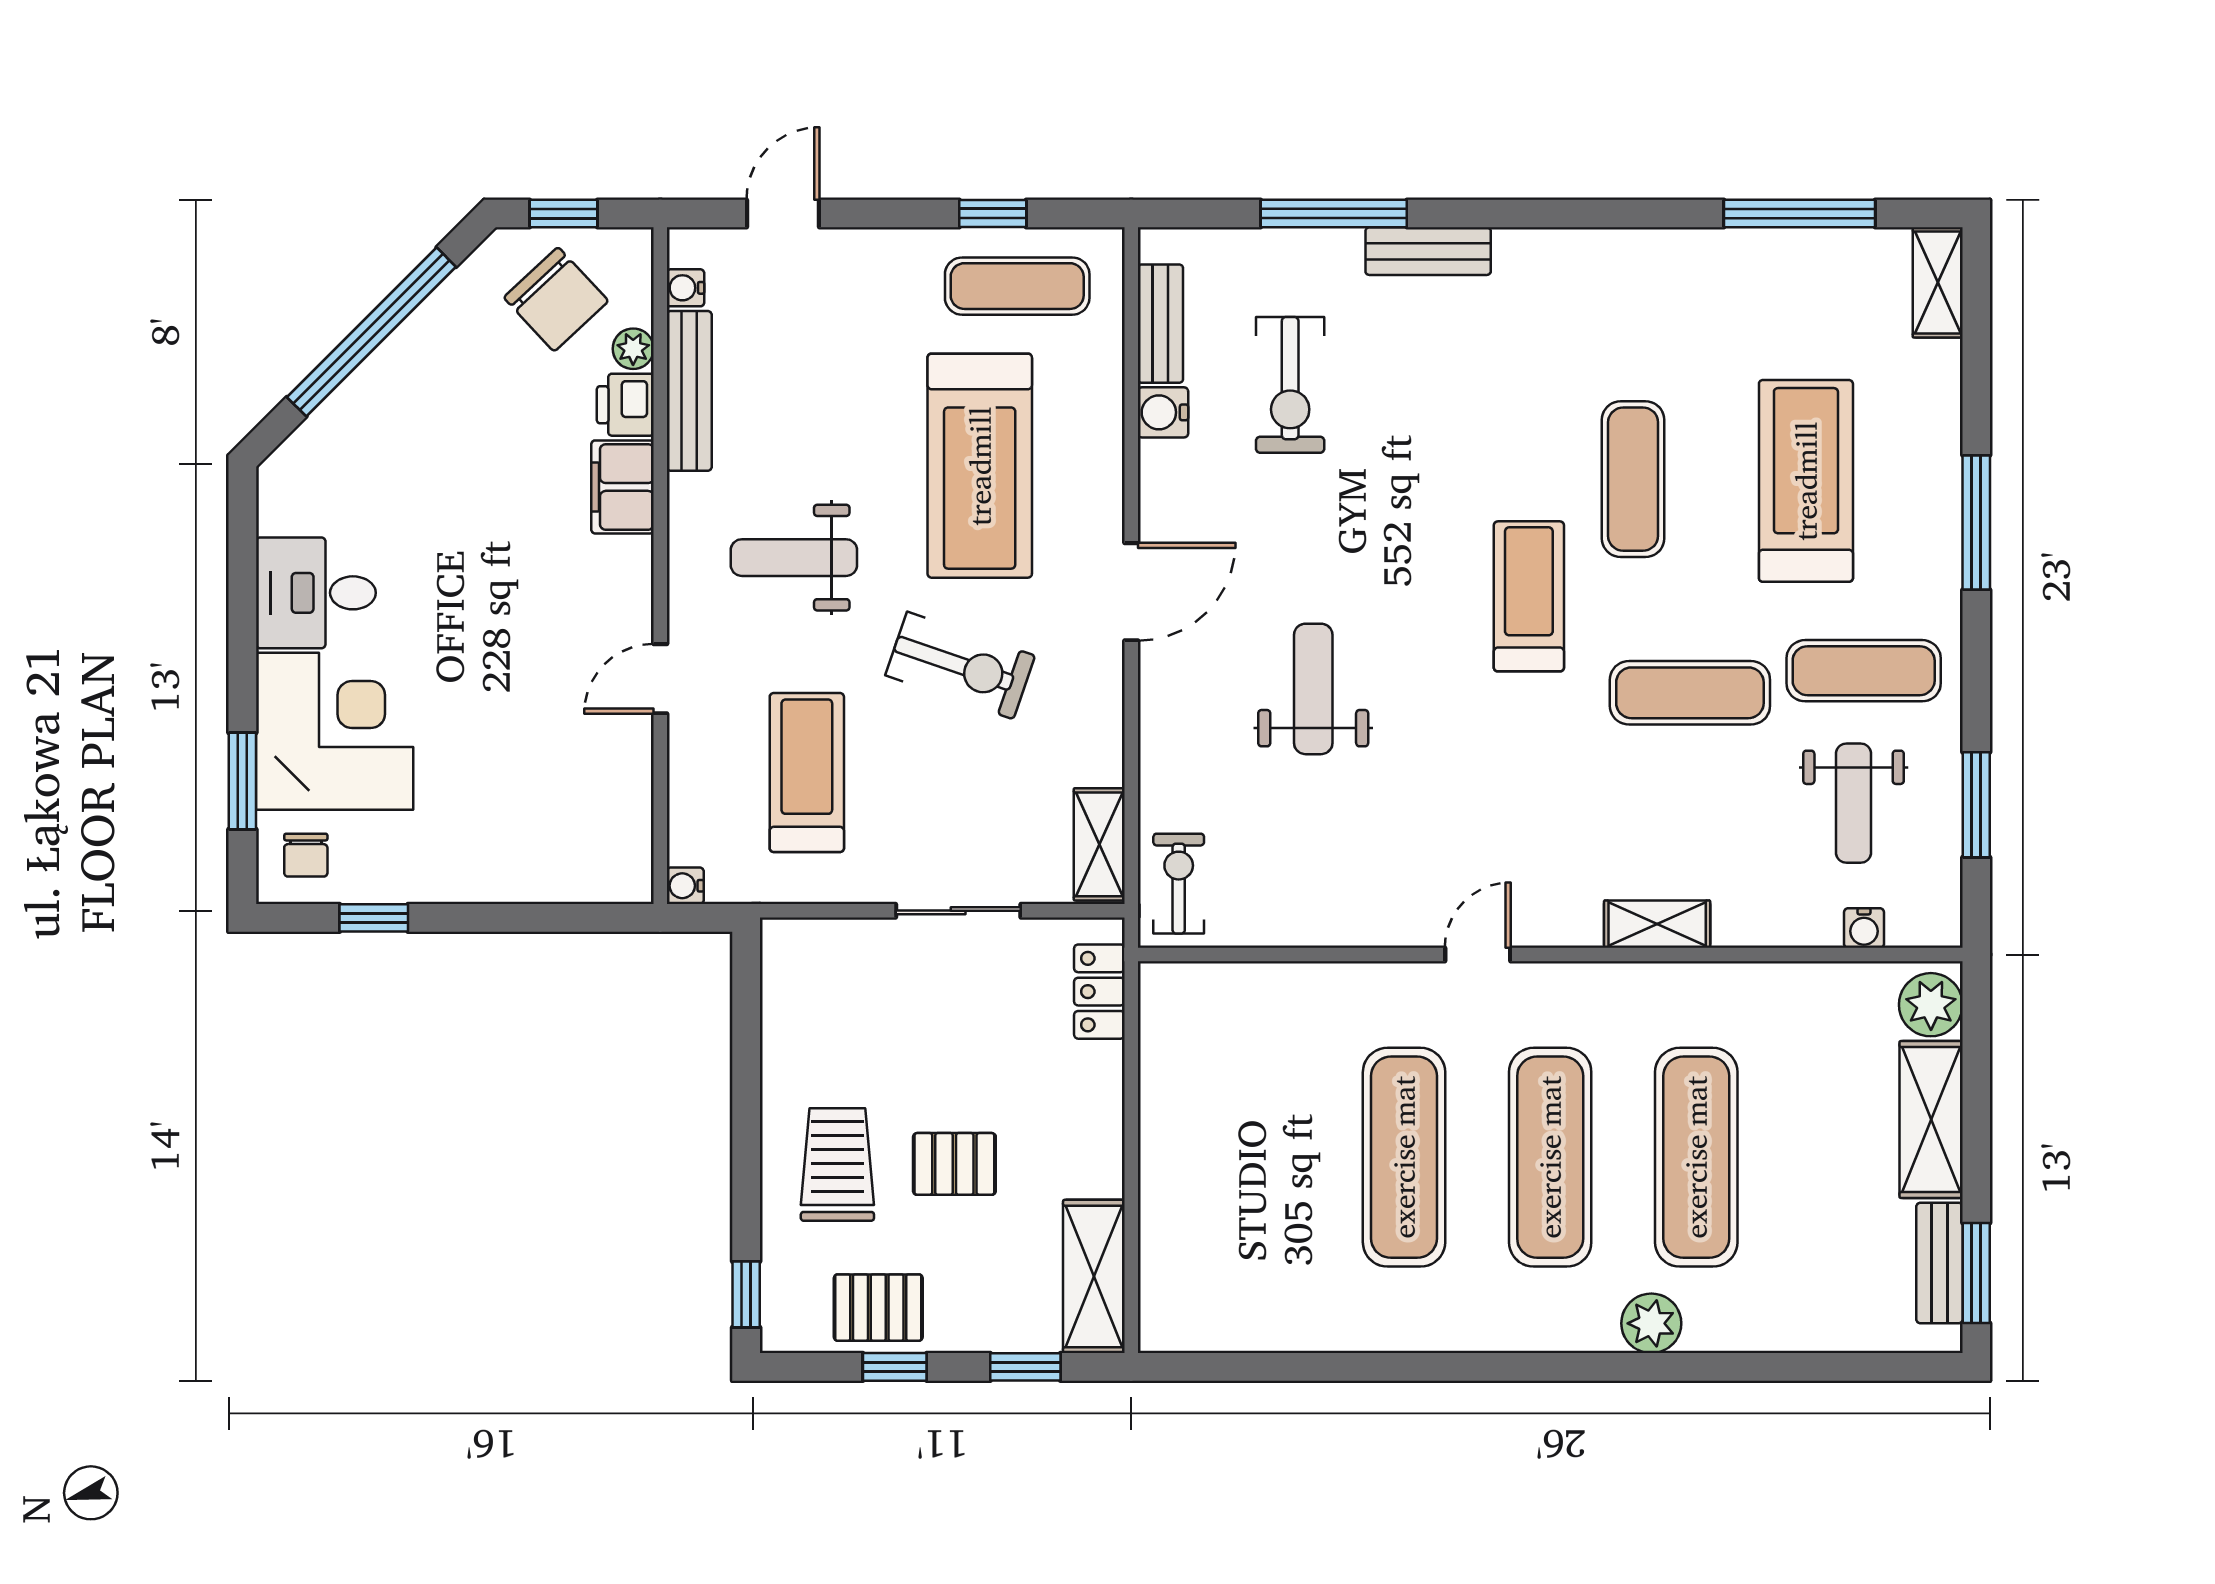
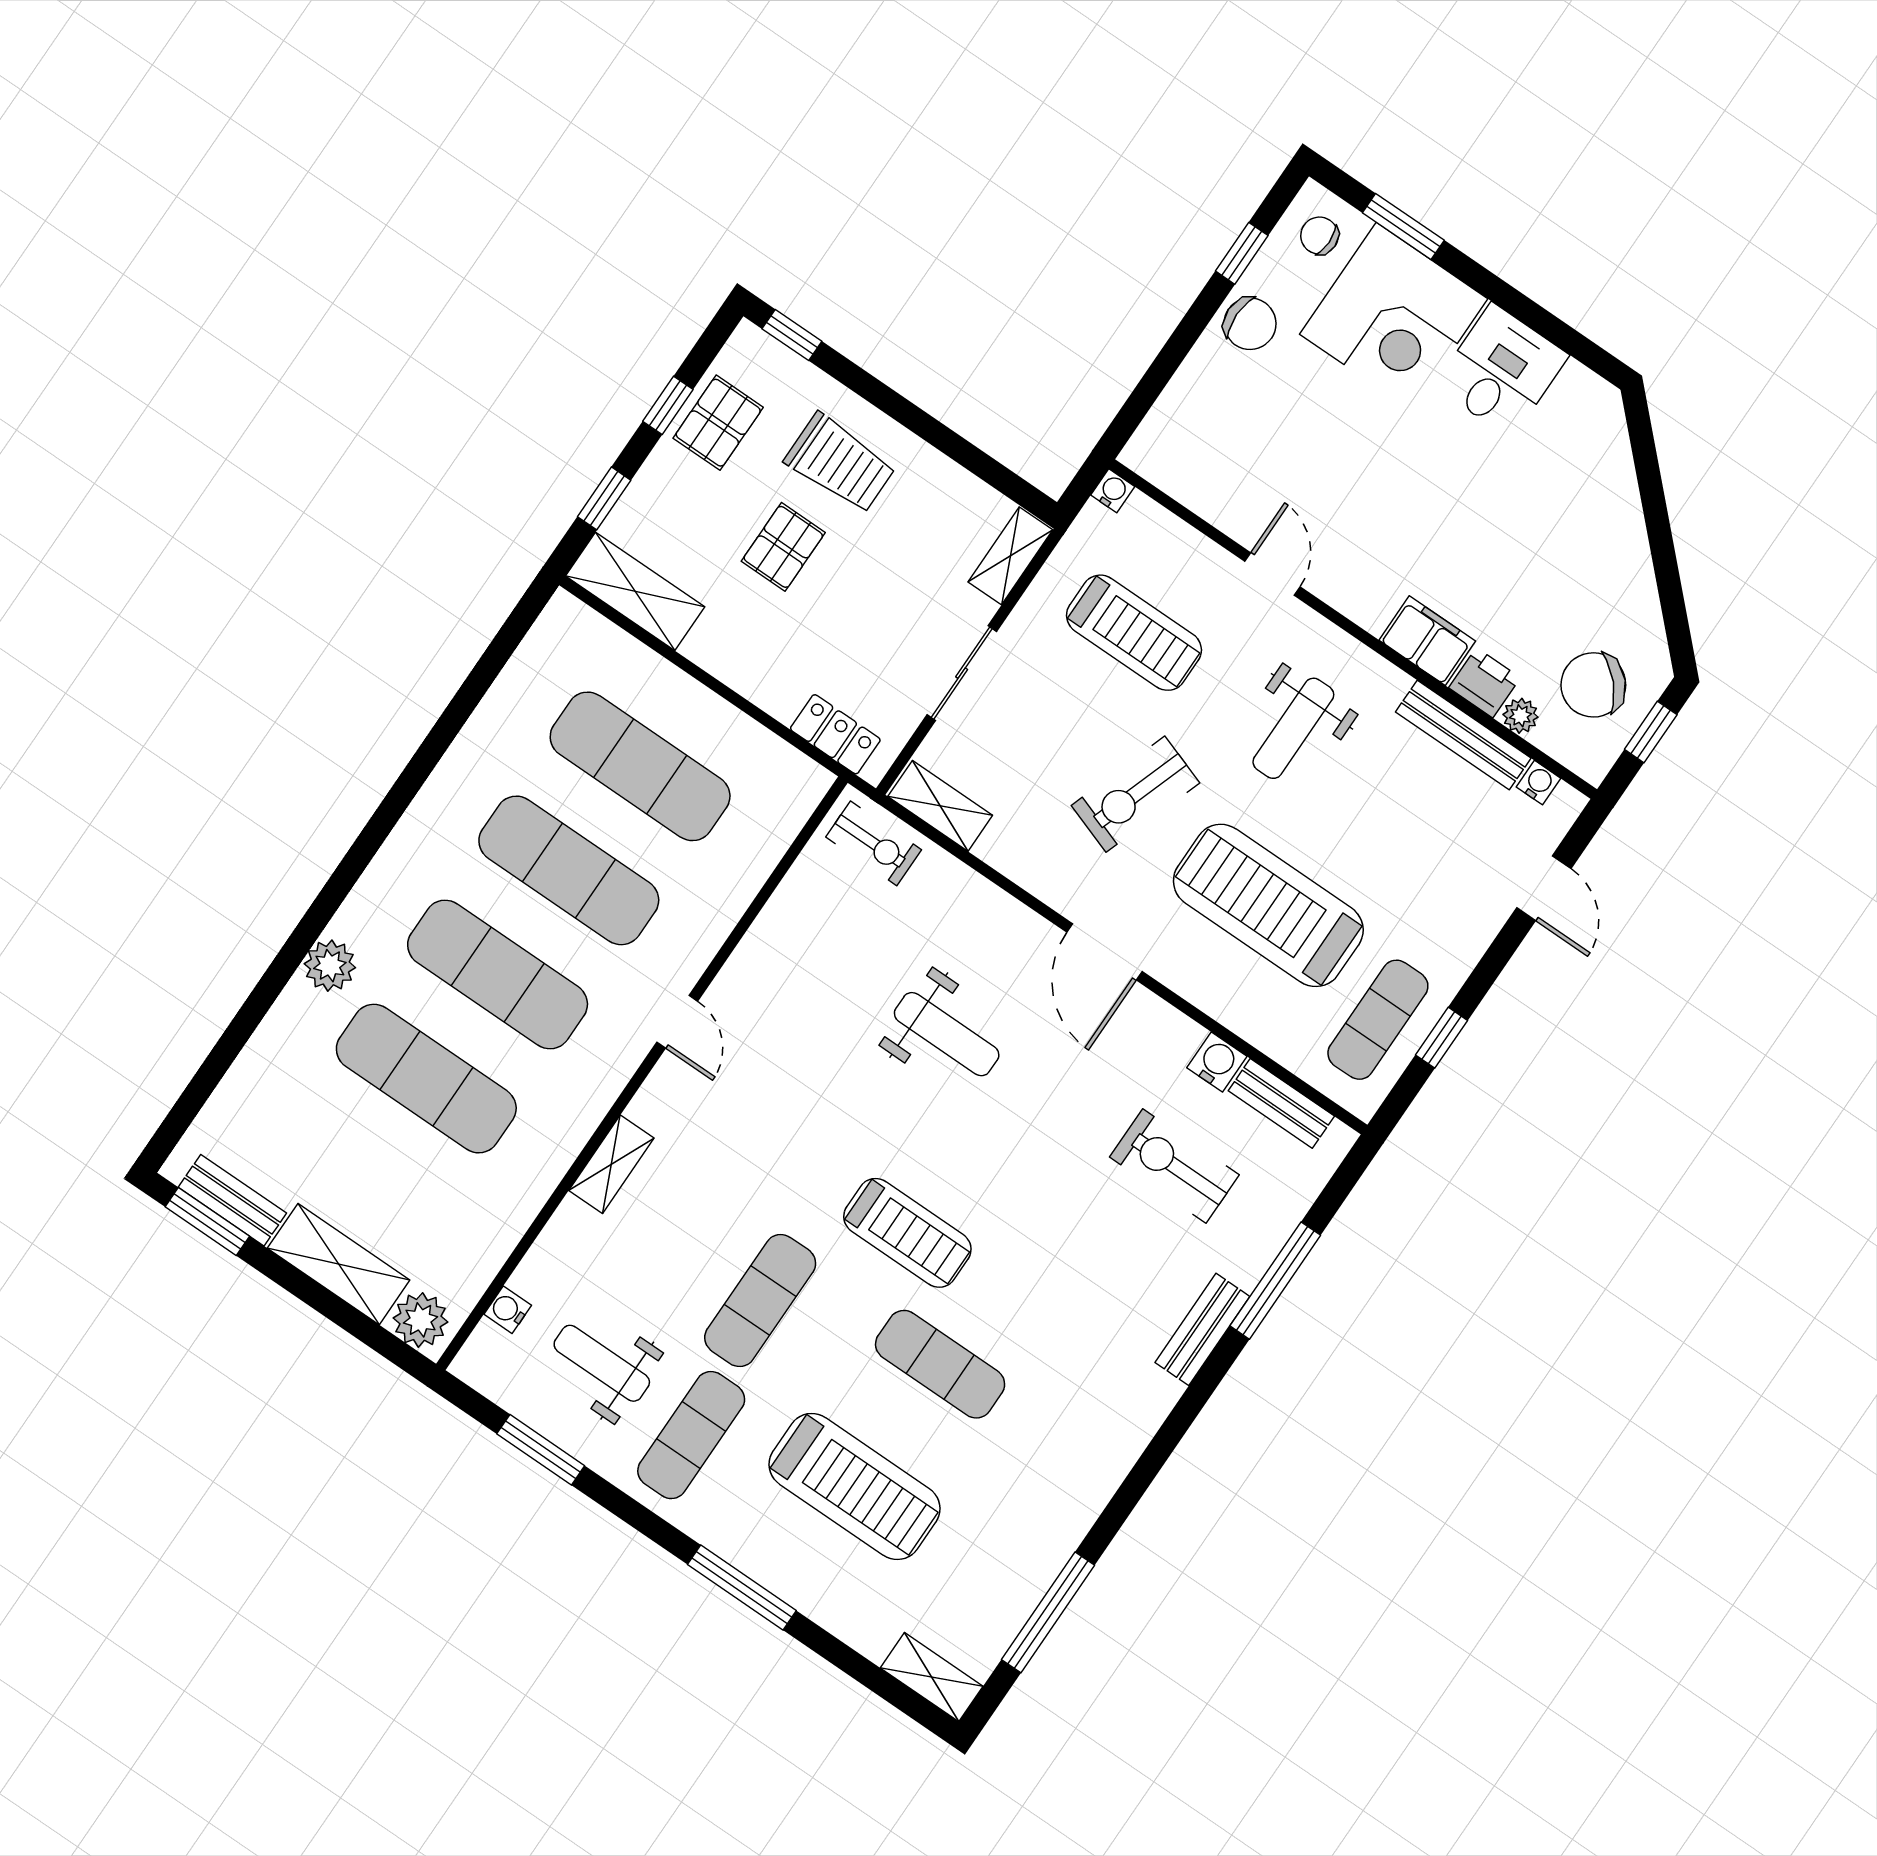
window: (371, 332) -> (1660, 537), removed
weight bench: (794, 558) -> (1293, 728), turned 180
chair: (436, 864) -> (1250, 324), added
shelving: (814, 941) -> (1010, 556), added
exercise mat: (1258, 1157) -> (640, 766), added

